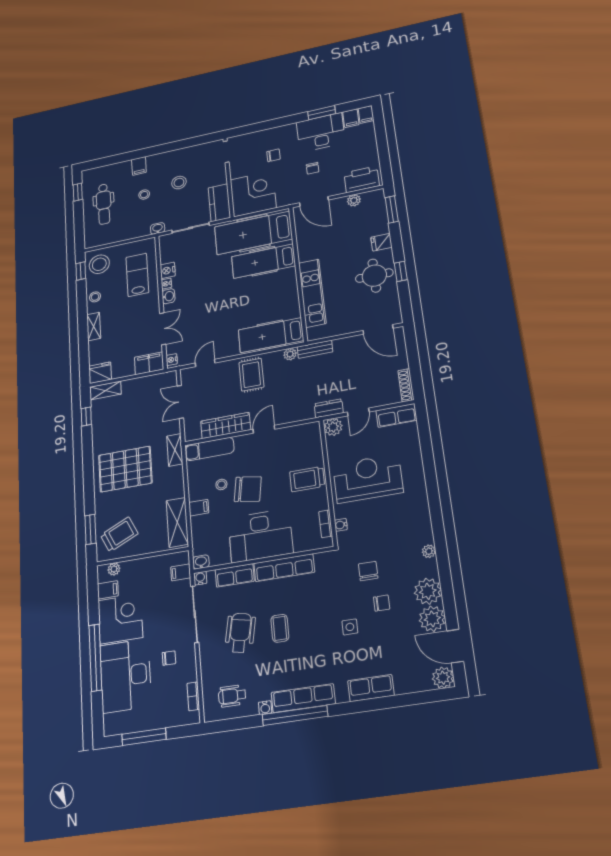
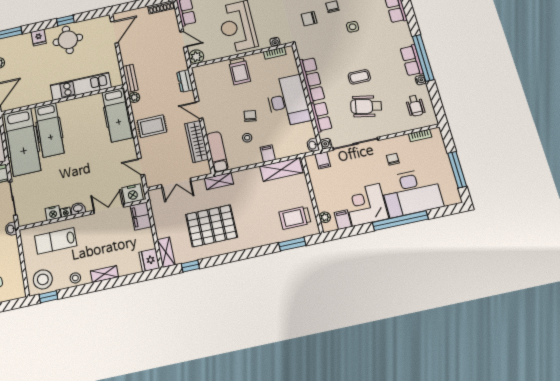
nightstand: (172, 360) -> (133, 194), width x1.89, depth x1.79
dresser: (329, 408) -> (185, 81), moved
pallet: (125, 469) -> (211, 226), moved, turned 90
chair: (248, 489) -> (250, 116), width x0.54, depth x0.54
trolley: (119, 534) -> (295, 218), turned -65
row of seats: (303, 698) -> (412, 60), width x0.68

